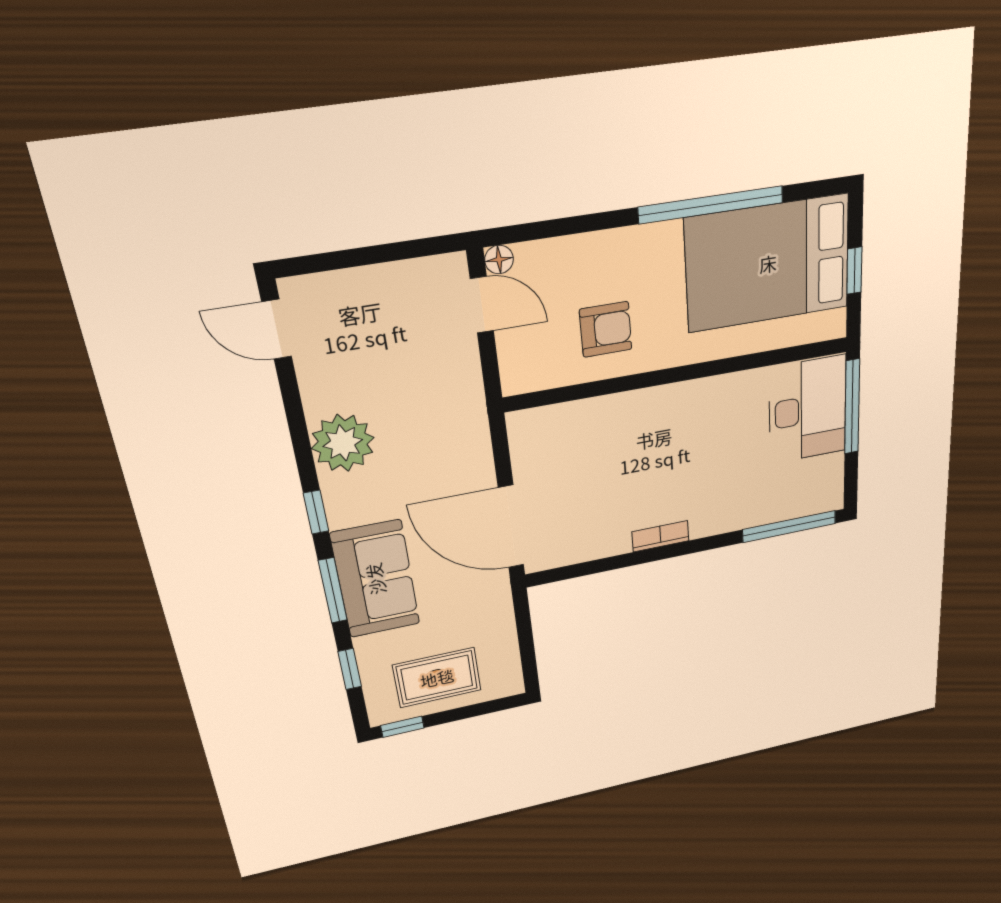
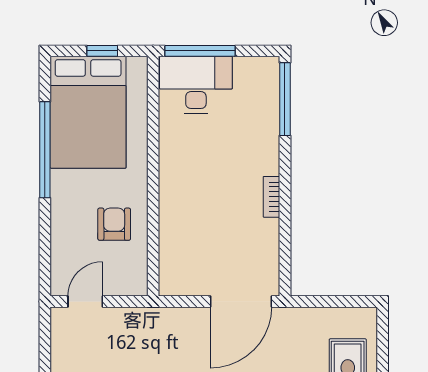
floor lamp: (499, 260) -> (59, 287), removed

